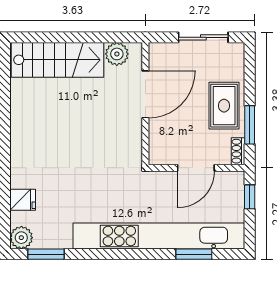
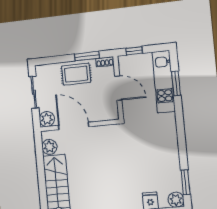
plant: (160, 54) -> (47, 119), added
kitchen unit: (159, 236) -> (164, 82), width x0.54

